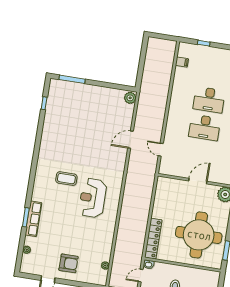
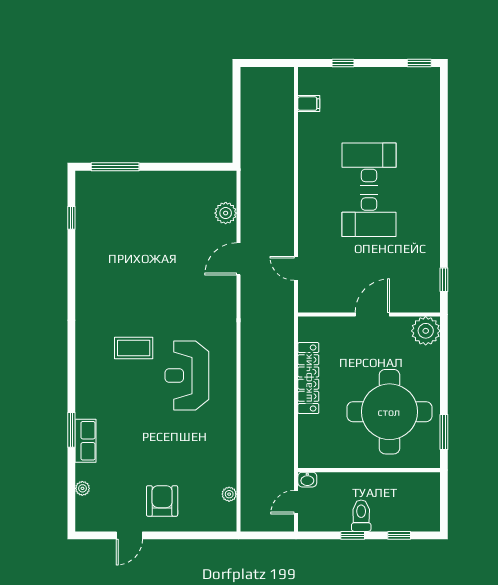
plant: (130, 98) -> (226, 213), moved
desk: (209, 100) -> (369, 164), turned 180
row of seats: (33, 219) -> (86, 441), width x0.68
locker: (153, 239) -> (308, 378), moved
armchair: (69, 263) -> (162, 501), turned -90

